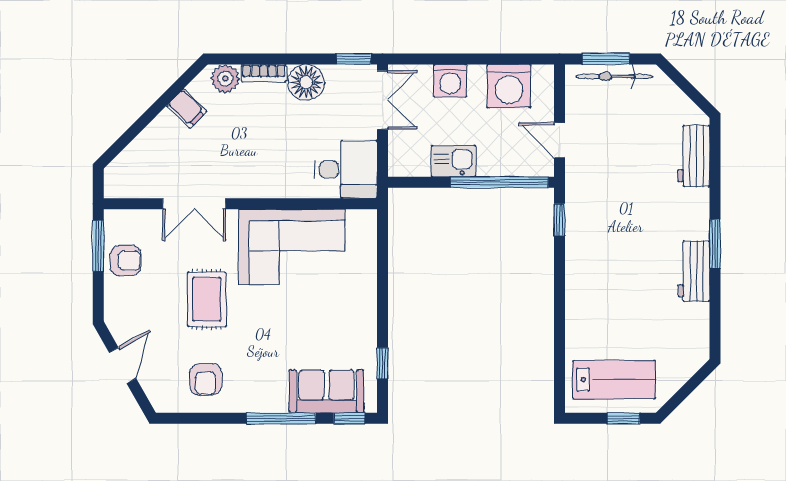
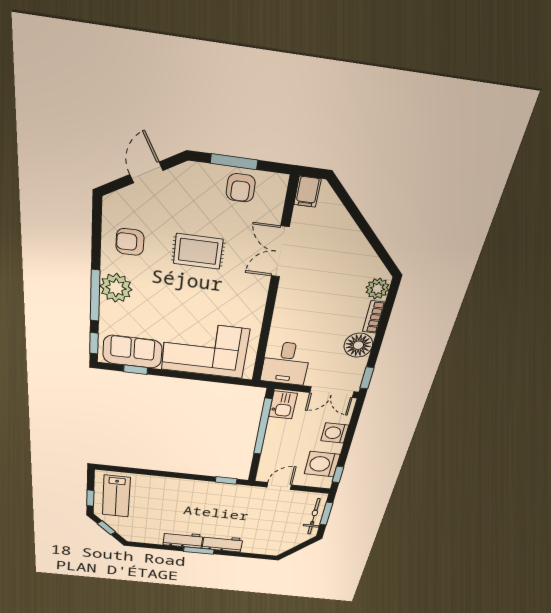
window: (525, 59) -> (338, 474), added
filing cabinet: (187, 108) -> (307, 192), moved, turned -45
workbench: (694, 156) -> (222, 544), moved
kitchen sink: (453, 161) -> (283, 405), moved
window: (499, 182) -> (263, 427), moved
window: (98, 246) -> (234, 162), moved
corner sofa: (292, 247) -> (205, 349), moved, turned 90
door: (123, 366) -> (146, 172), swing flipped
sofa: (326, 391) -> (132, 352), moved, turned -90
window: (684, 392) -> (106, 528), added
plant: (267, 393) -> (116, 288), added

